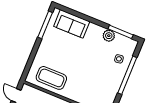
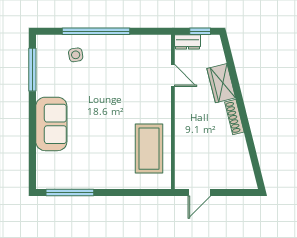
sofa: (72, 24) -> (51, 124), moved
plant: (109, 36) -> (46, 86), removed

